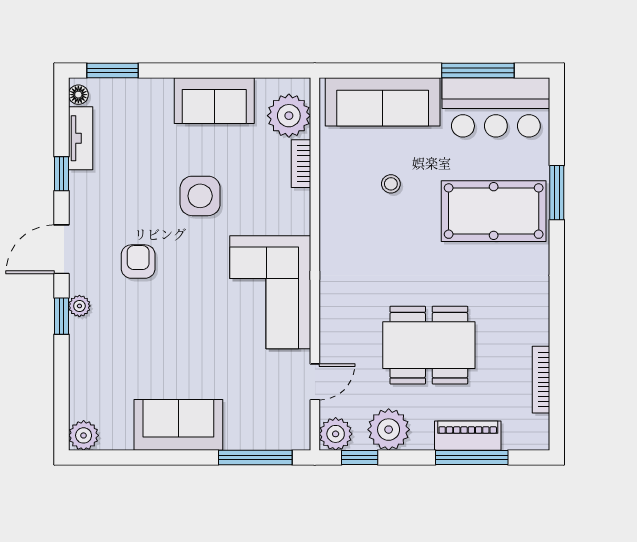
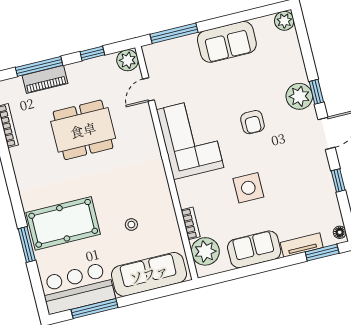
tv unit: (81, 138) -> (302, 245), moved, turned 90
armchair: (138, 262) -> (252, 122), moved
plant: (79, 306) -> (299, 96), width x1.88, depth x1.88
plant: (389, 430) -> (95, 71), removed
window: (360, 458) -> (92, 53), moved

